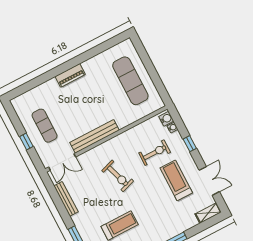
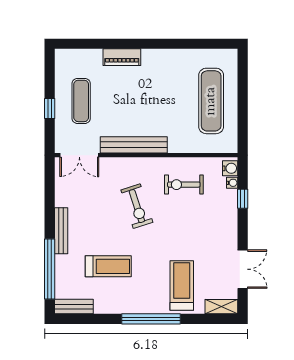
piano: (70, 75) -> (122, 57), moved
window: (190, 144) -> (243, 199), moved
exercise bike: (155, 153) -> (184, 185), moved, turned 180
treadmill: (176, 180) -> (182, 285), moved
bench: (66, 199) -> (61, 231), moved

